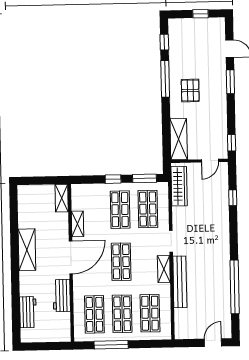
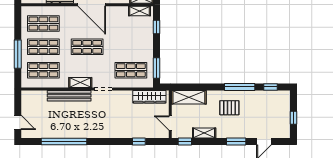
shelving: (221, 120) -> (204, 133), added
window: (113, 179) -> (157, 27), moved
shop shelf: (120, 210) -> (131, 47), removed
shelving: (77, 224) -> (139, 11), moved
window: (111, 345) -> (18, 54), moved

